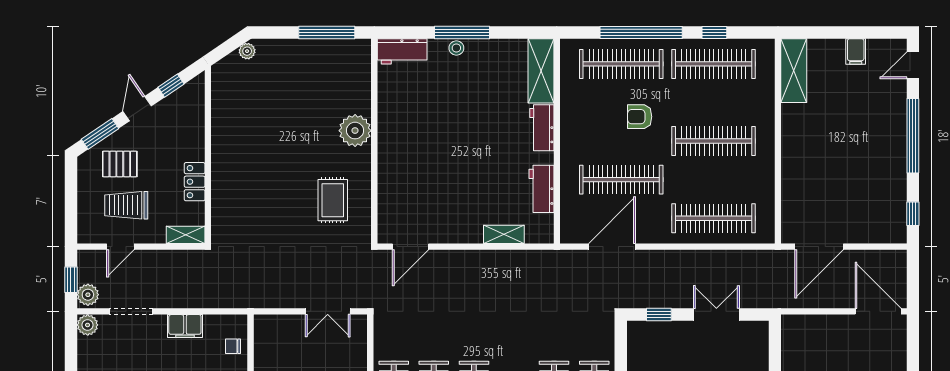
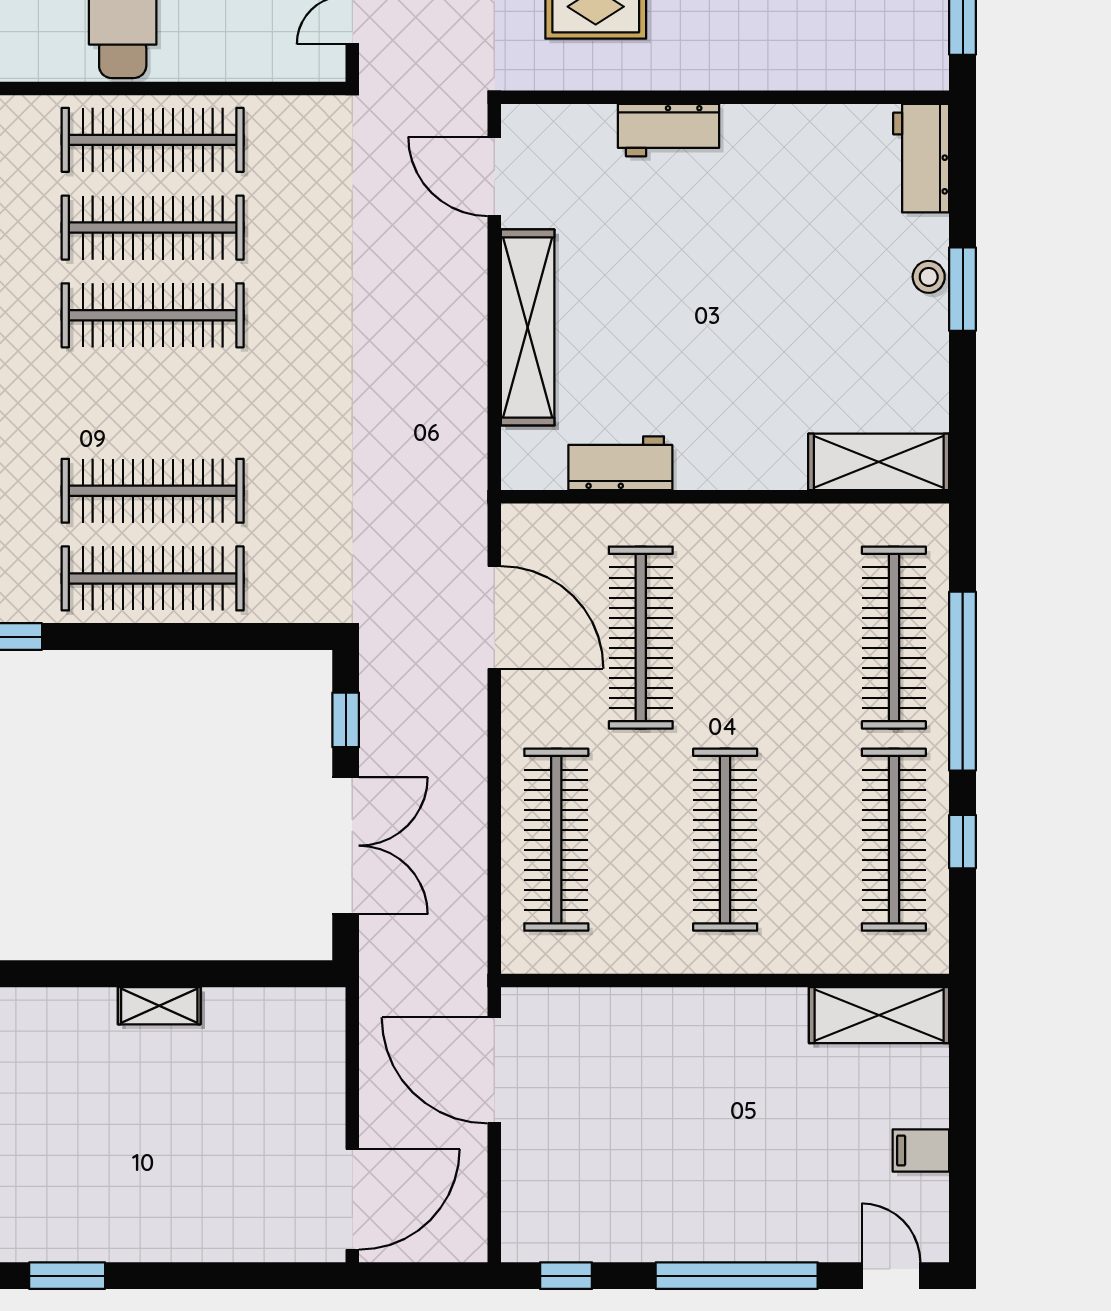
window: (462, 33) -> (963, 289), width x0.69
armchair: (640, 117) -> (779, 678), removed
workbench: (542, 128) -> (668, 130), moved, turned 180
plant: (355, 131) -> (748, 55), removed
shelving: (504, 234) -> (528, 327), width x2.20, depth x1.33
double door: (716, 314) -> (346, 846), width x1.37

